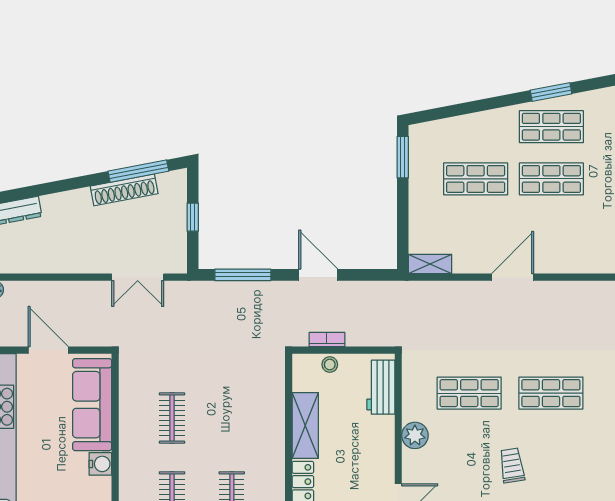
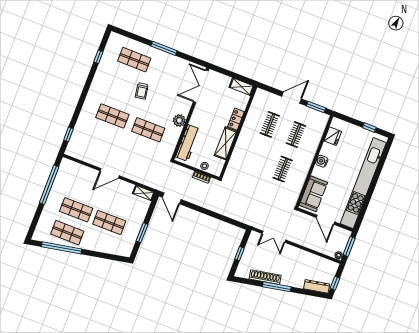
window: (551, 92) -> (62, 248), width x2.11
window: (403, 157) -> (142, 233), moved
window: (138, 171) -> (277, 287), moved
window: (243, 275) -> (227, 220), removed
door: (318, 275) -> (172, 198), moved
double door: (138, 277) -> (274, 237), swing flipped
workbench: (381, 387) -> (188, 143), width x1.38
sofa: (92, 405) -> (313, 194), width x0.73

